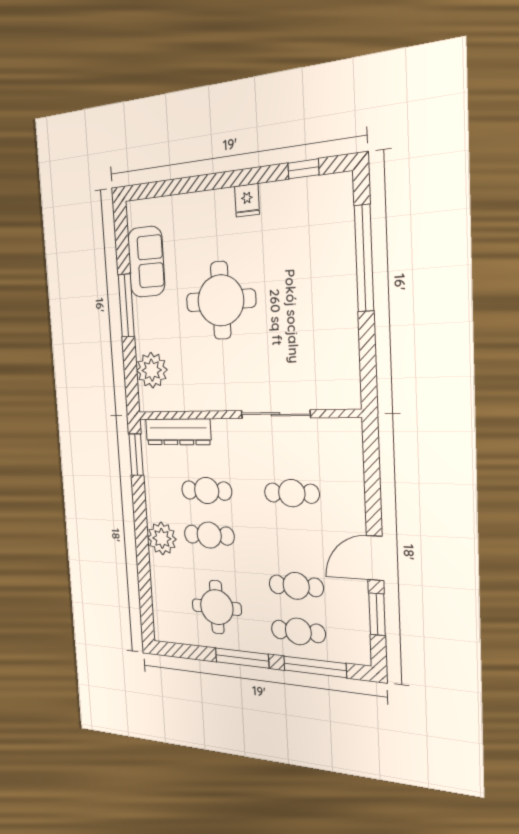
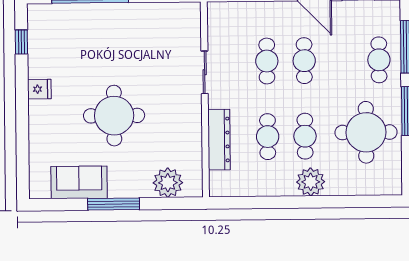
sliding door: (276, 414) -> (205, 72), width x0.73
dresser: (178, 432) -> (219, 140), moved
window: (136, 455) -> (239, 203), removed
cafe table: (296, 586) -> (304, 61), moved
round table: (217, 607) -> (366, 132), width x1.36, depth x1.36

